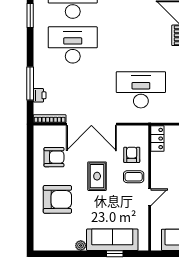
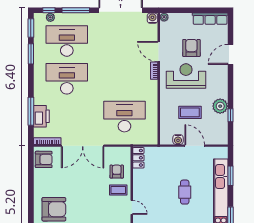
printer: (40, 95) -> (41, 116), width x1.87, depth x1.48
armchair: (54, 157) -> (44, 159), moved
rug: (97, 176) -> (87, 190), removed
door: (150, 197) -> (132, 207), hinge flipped

